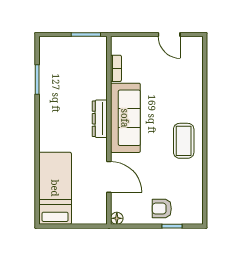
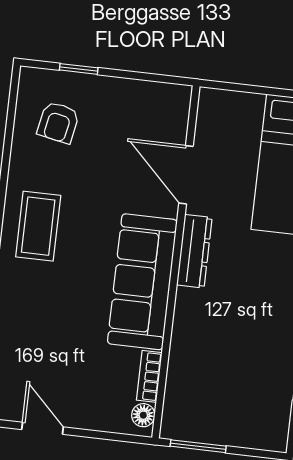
dresser: (100, 119) -> (194, 251), moved
armchair: (162, 209) -> (58, 122), moved, turned 101
floor lamp: (117, 218) -> (143, 415), moved

